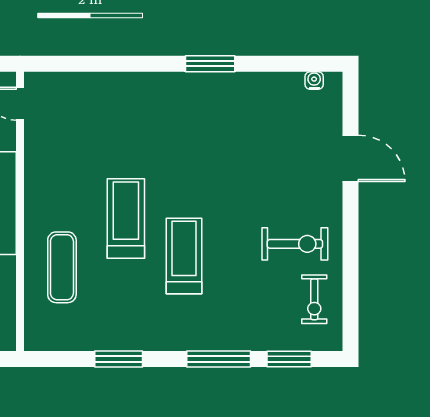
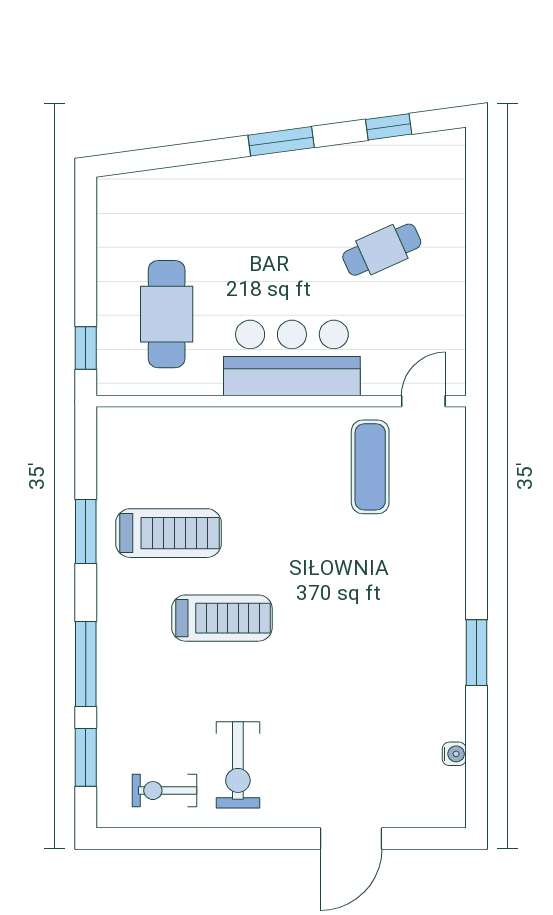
water cooler: (314, 80) -> (454, 754), moved
treadmill: (126, 219) -> (169, 533), moved
exercise mat: (62, 267) -> (370, 467), moved, turned 90

